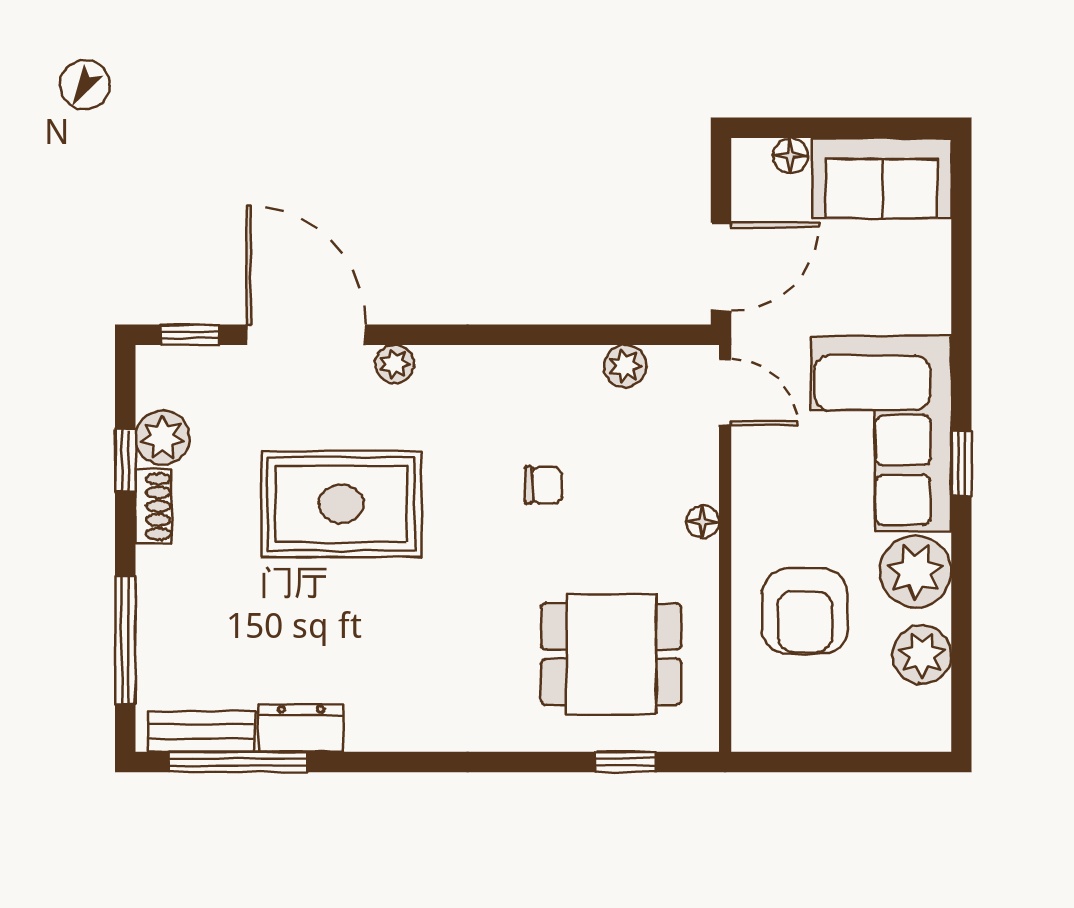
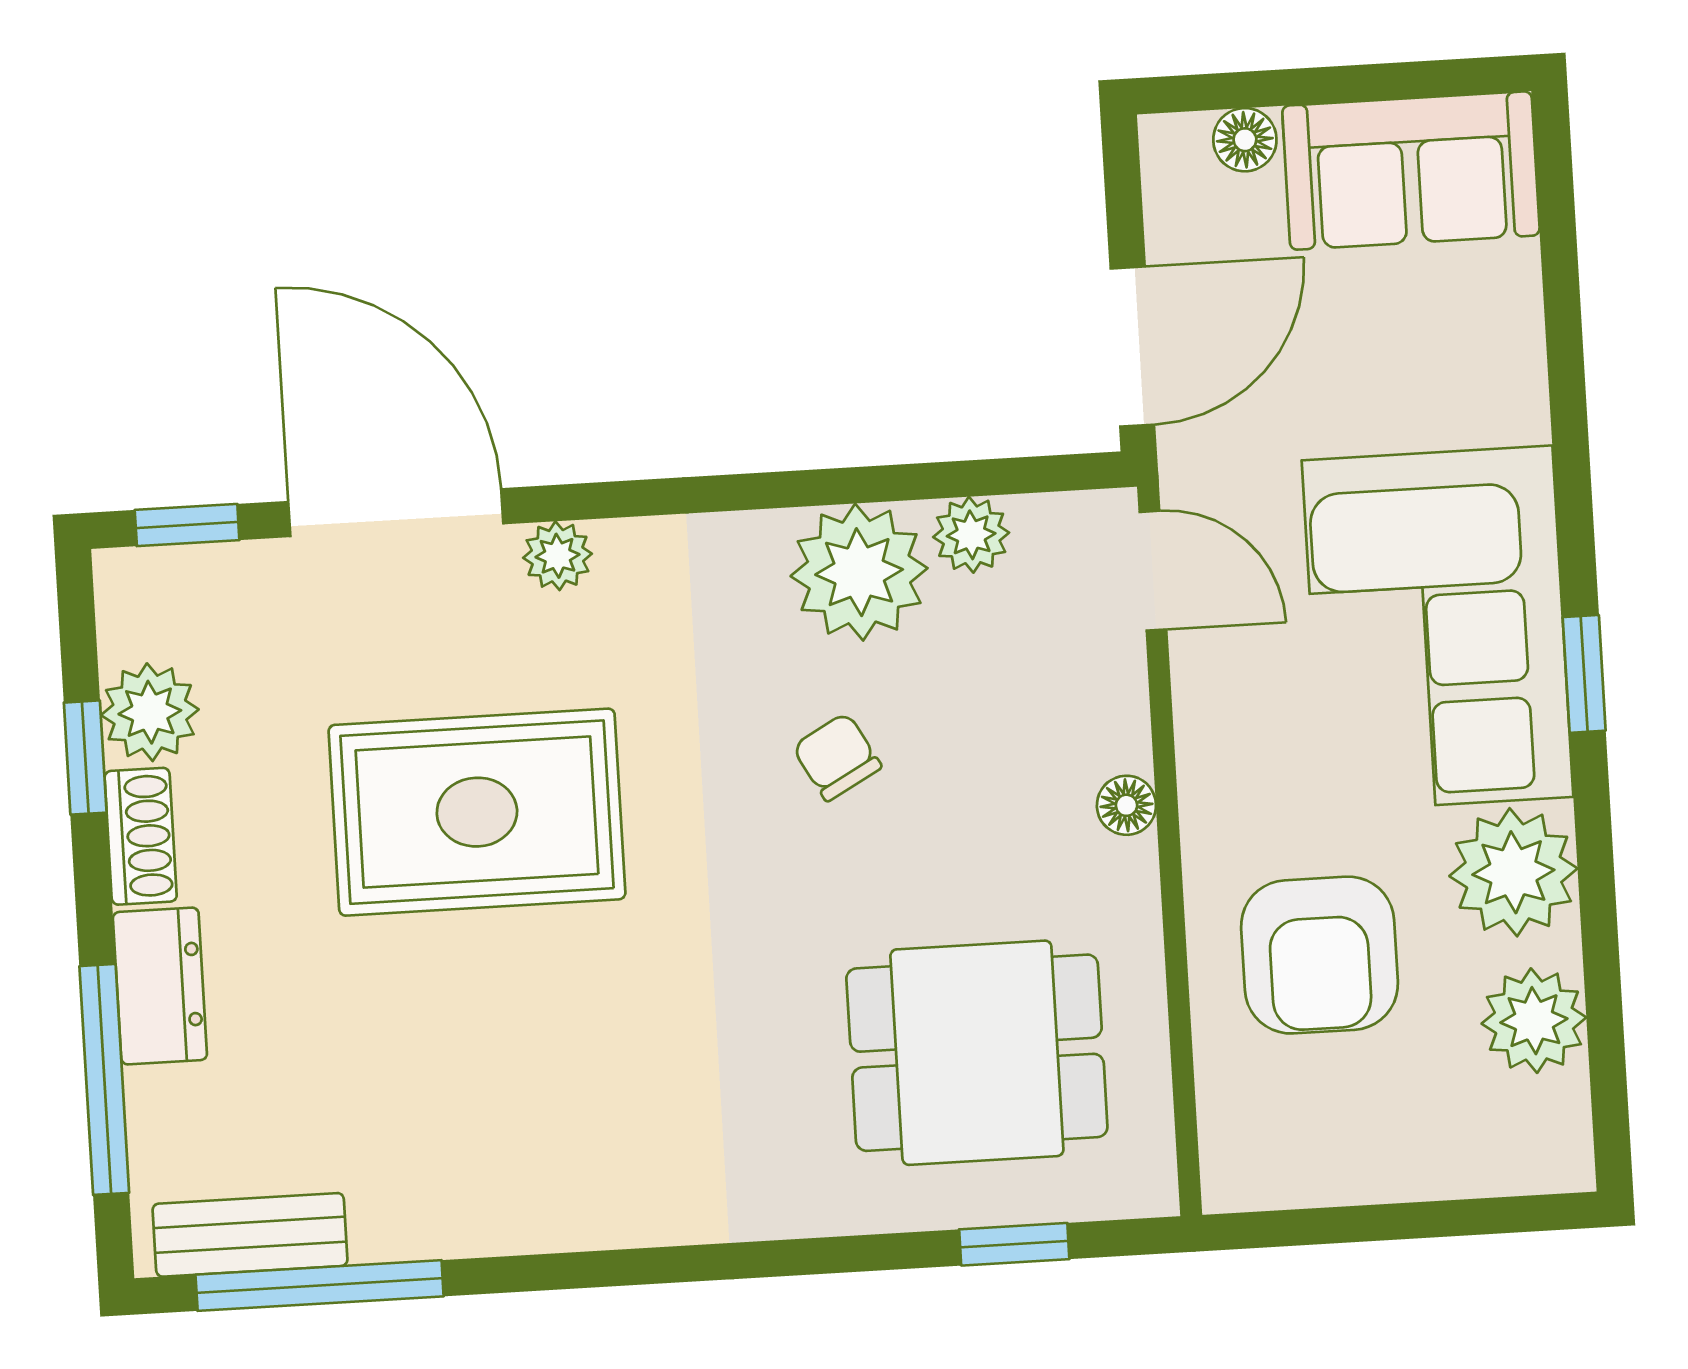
plant: (562, 383) -> (859, 572), added
chair: (543, 485) -> (837, 757), turned -119
dresser: (301, 728) -> (160, 986), moved, turned 90

